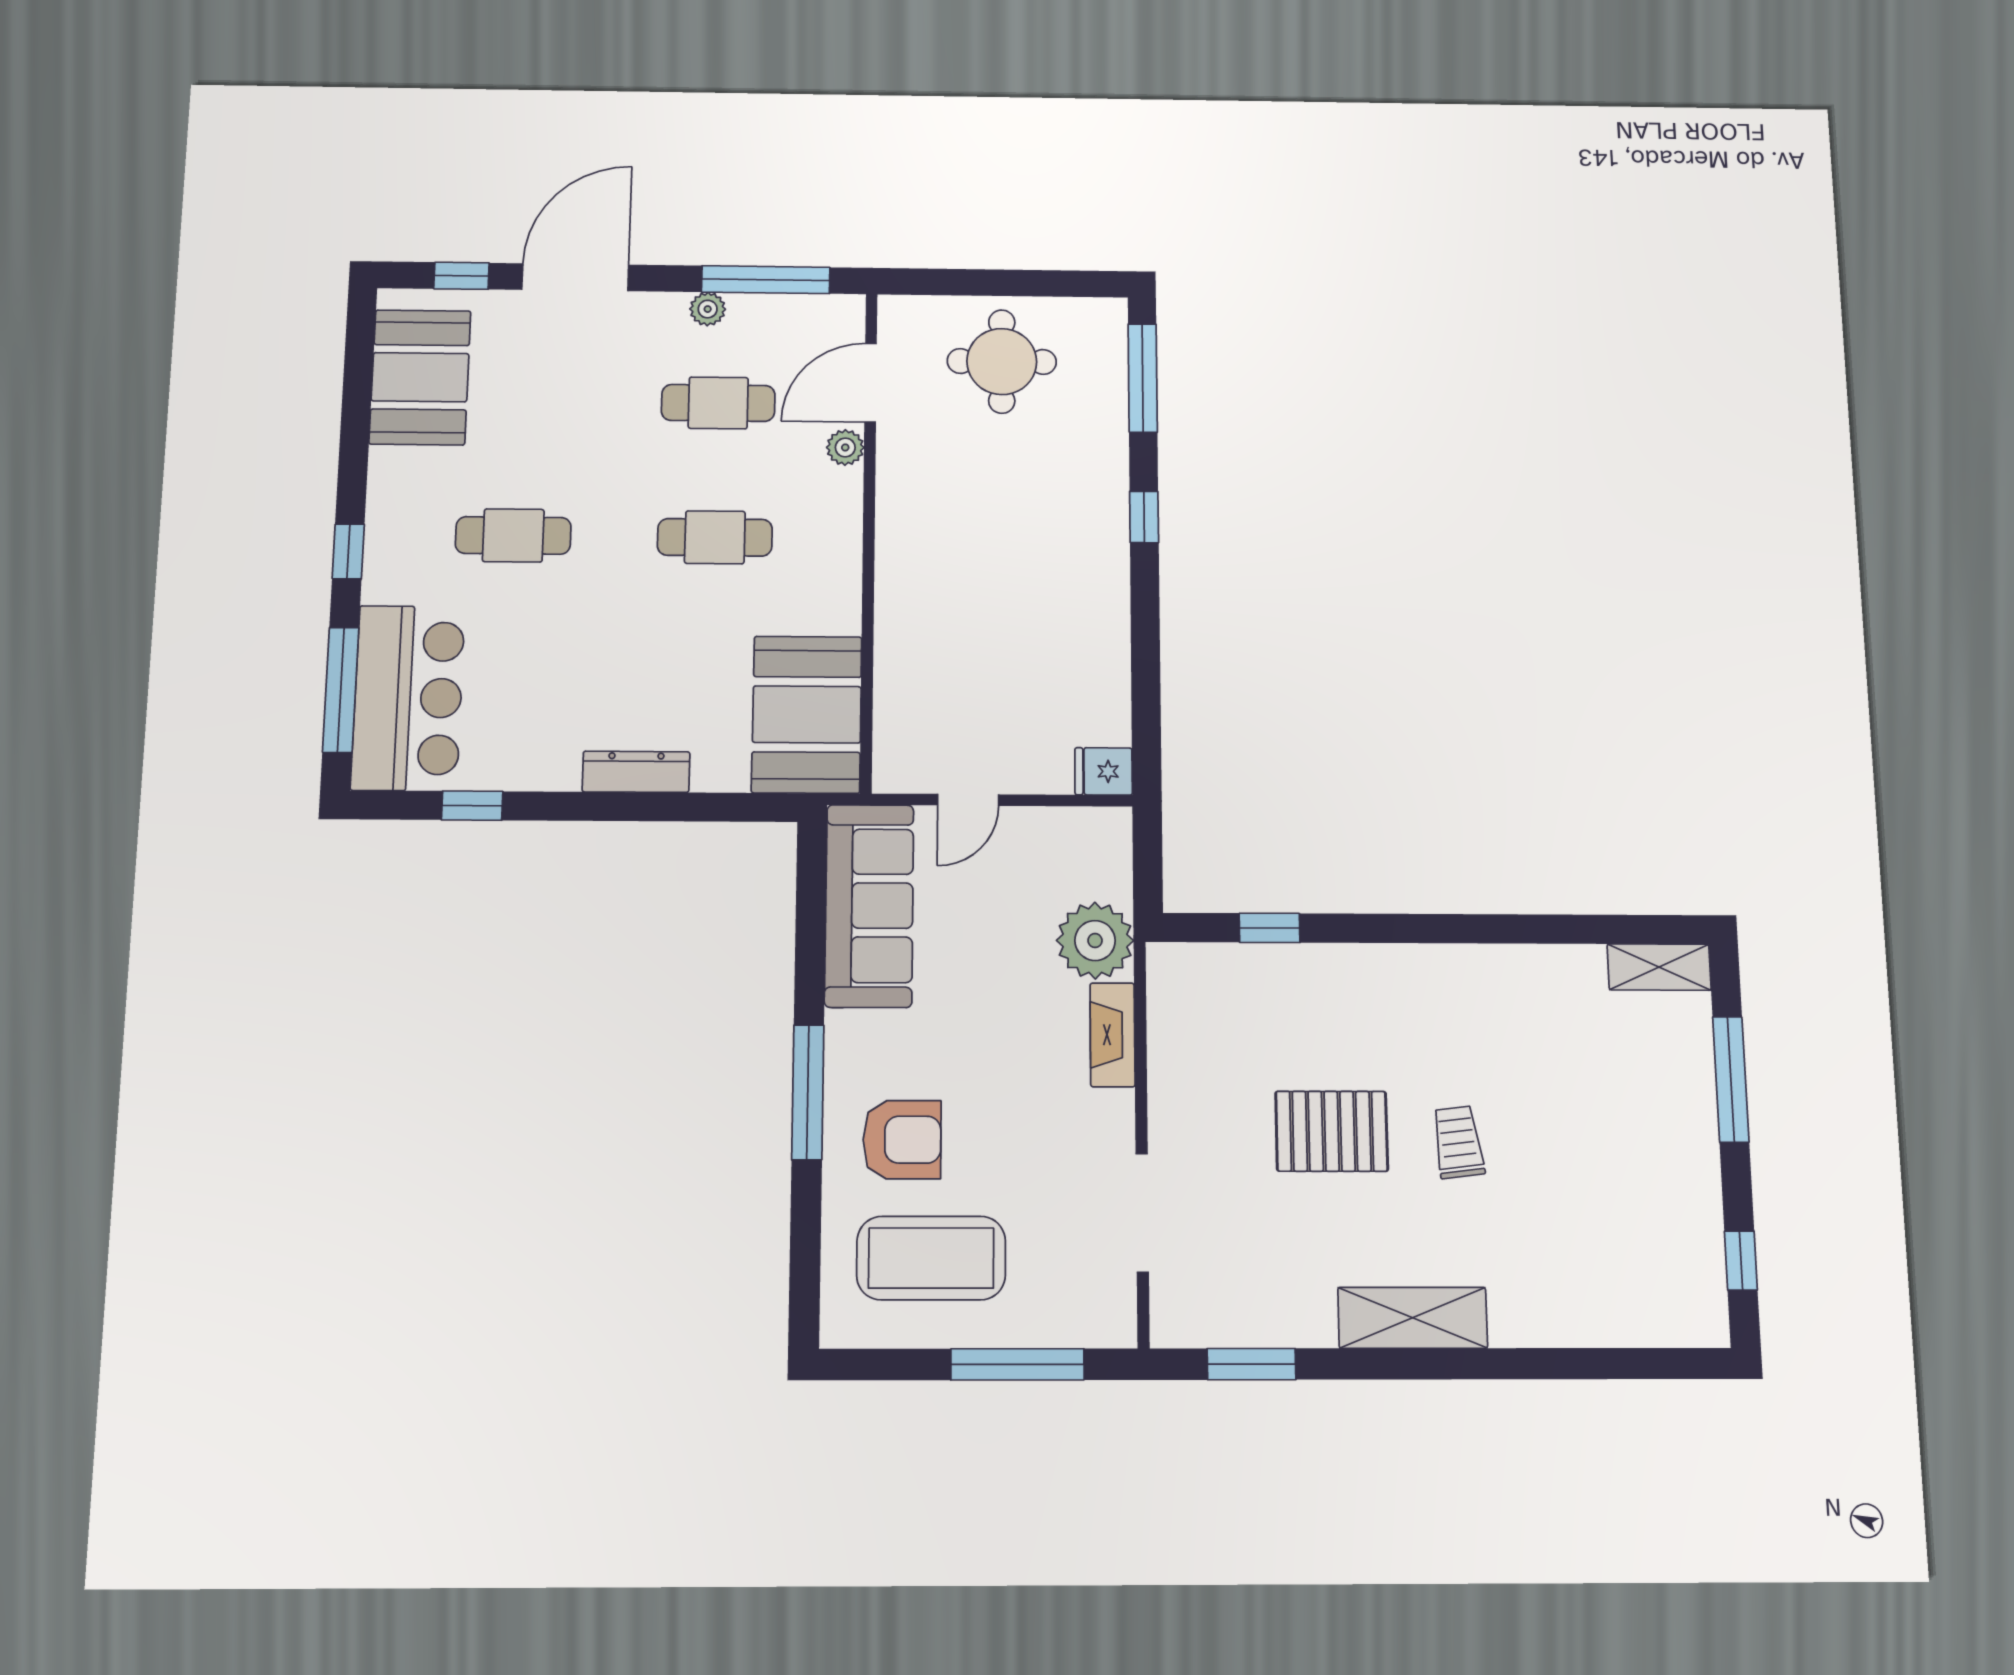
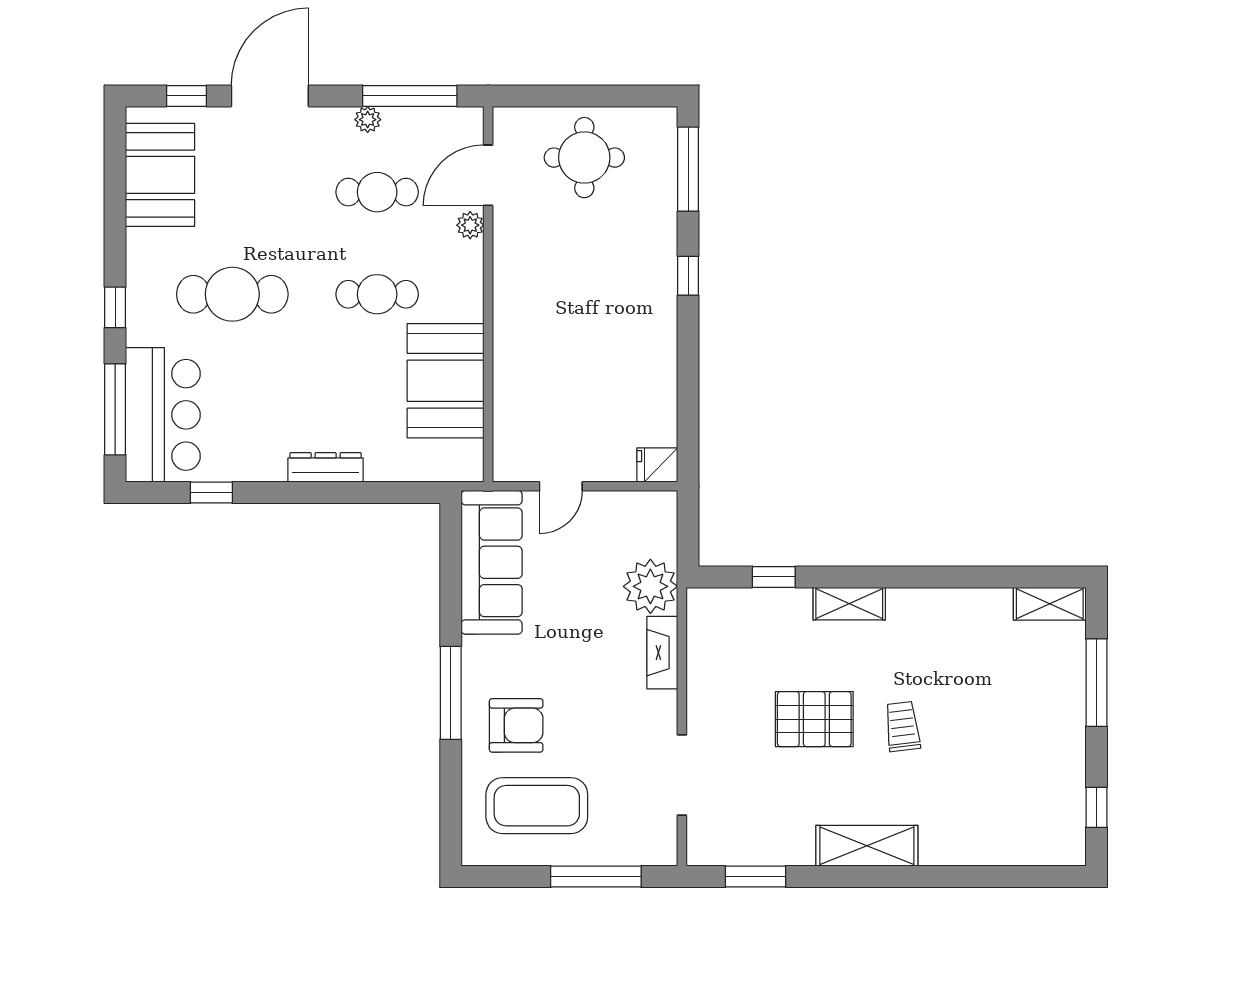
cafe table: (513, 535) -> (232, 294), width x1.37, depth x1.35
booth: (807, 714) -> (446, 381), moved
shelving: (1377, 966) -> (849, 604), added

